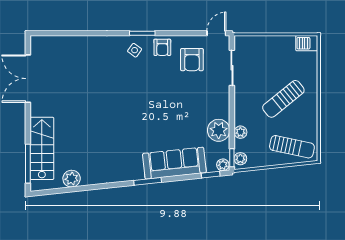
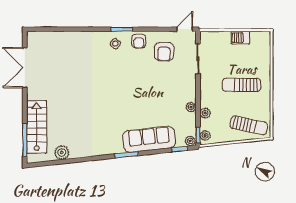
barbecue: (307, 43) -> (240, 38), moved
sun lounger: (283, 99) -> (241, 85), turned 39
plant: (219, 130) -> (191, 107), width x0.53, depth x0.53

